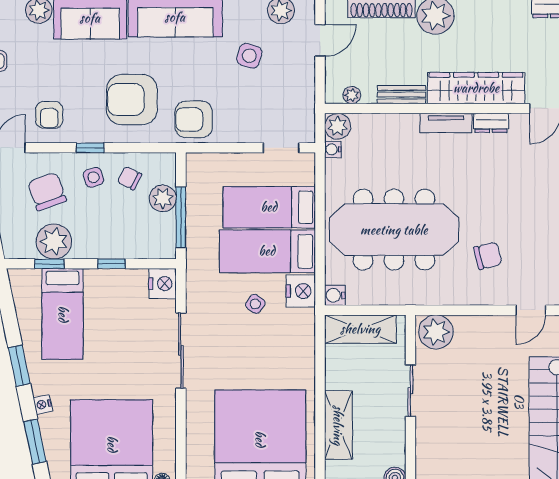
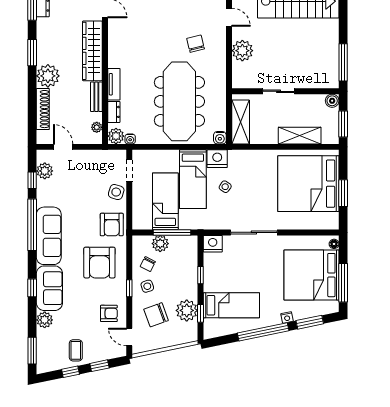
side table: (249, 56) -> (116, 192), moved
tv unit: (446, 123) -> (114, 84), moved
dresser: (491, 123) -> (114, 112), moved
bed: (269, 207) -> (165, 201), moved, turned 180
plant: (436, 332) -> (242, 51), moved
window: (19, 366) -> (263, 332), width x2.11

